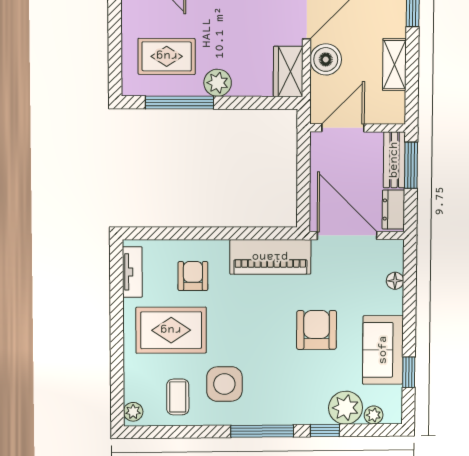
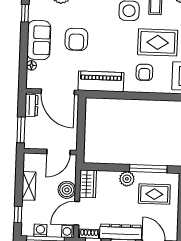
bench: (394, 160) -> (30, 133), removed
sofa: (383, 350) -> (39, 40), moved

